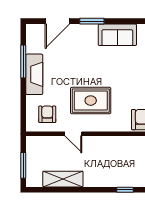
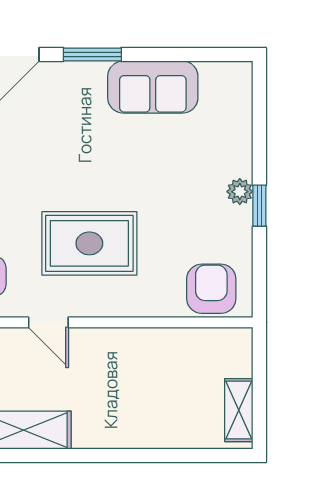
window: (125, 190) -> (171, 455), removed

